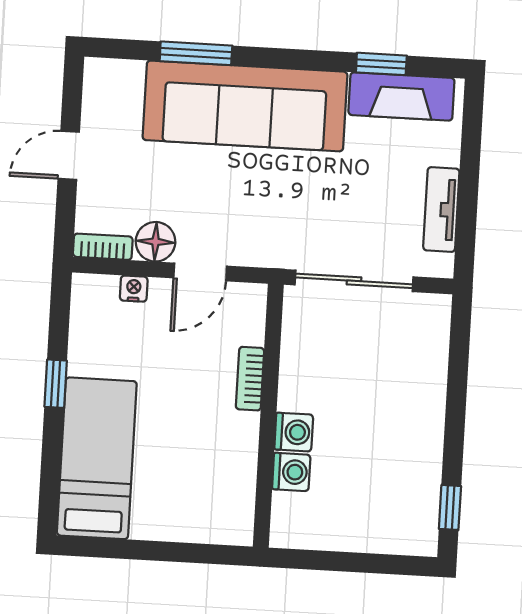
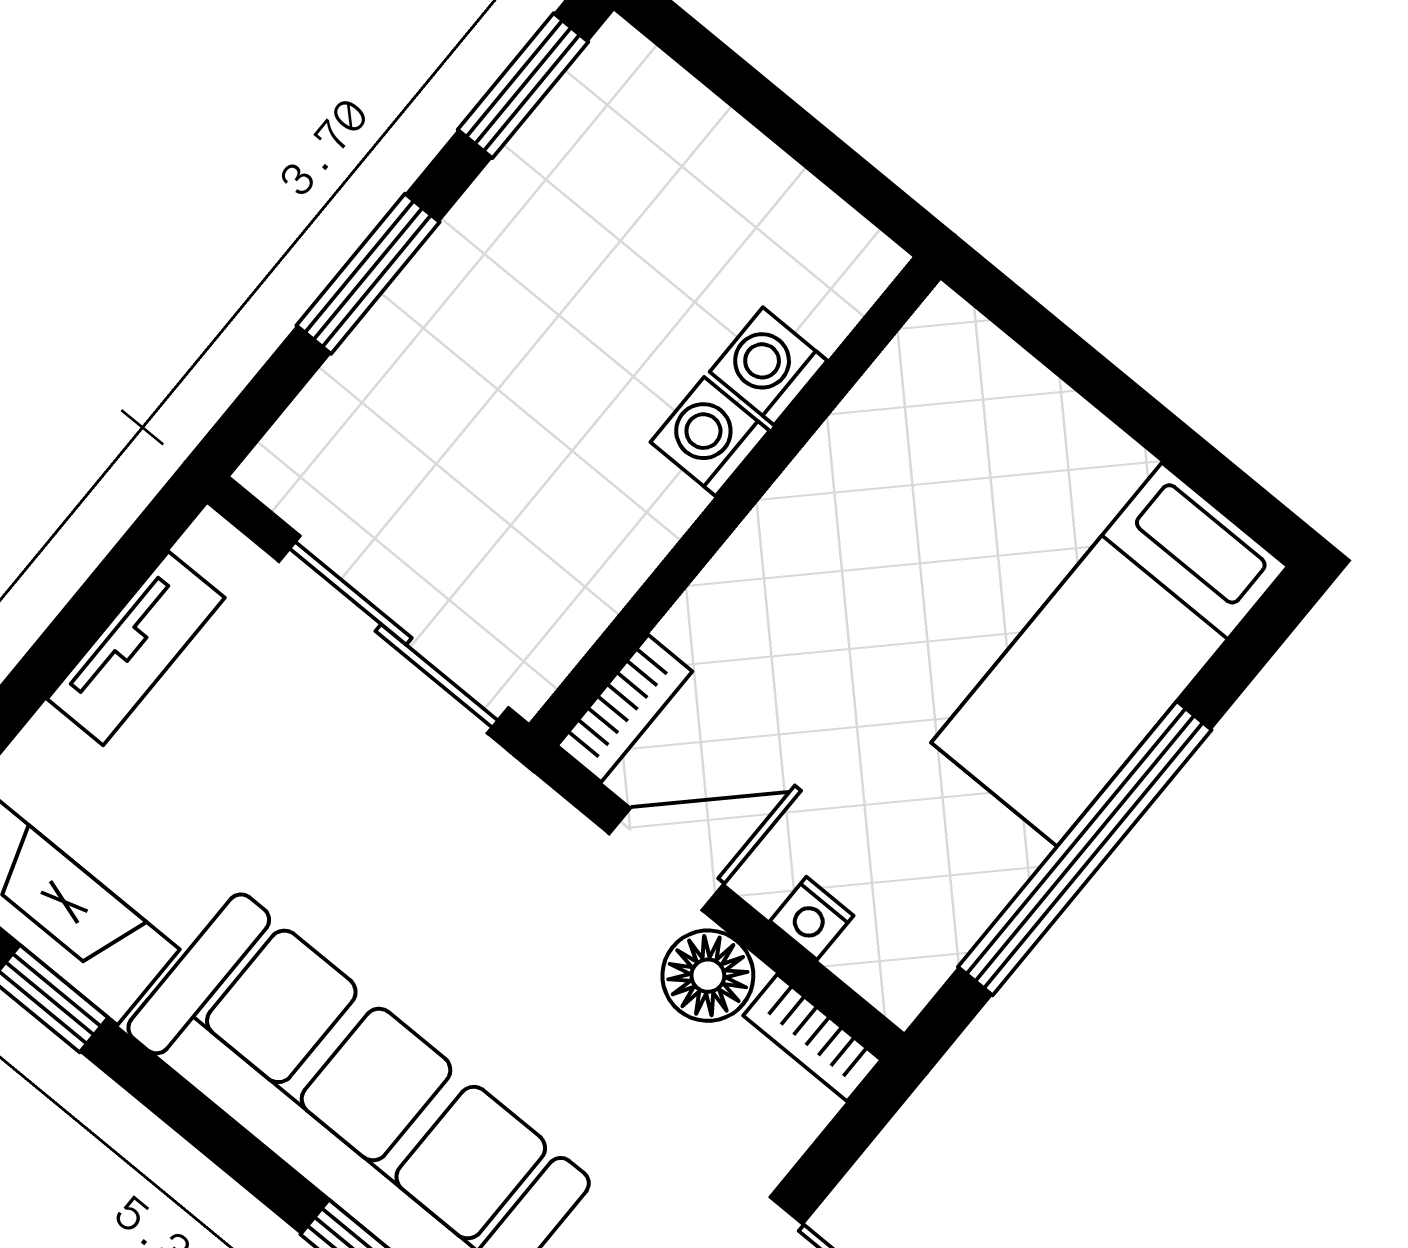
bookcase: (250, 379) -> (625, 708), moved
window: (56, 384) -> (1085, 848), width x3.17
window: (456, 401) -> (368, 274), added
window: (450, 507) -> (523, 86), width x1.50

